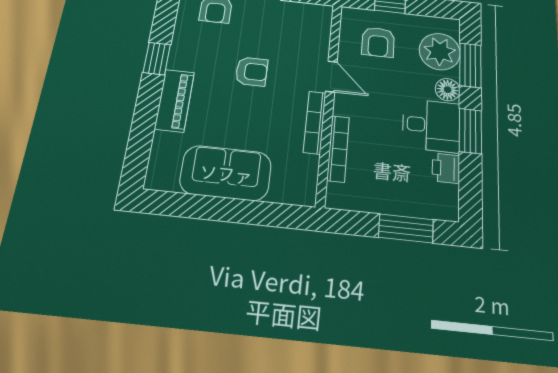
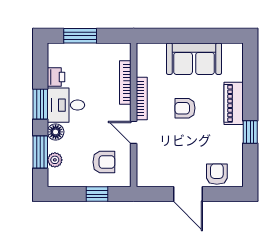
armchair: (378, 42) -> (104, 162), turned 90
plant: (440, 52) -> (55, 160), width x0.53, depth x0.53
armchair: (252, 72) -> (185, 108), moved

